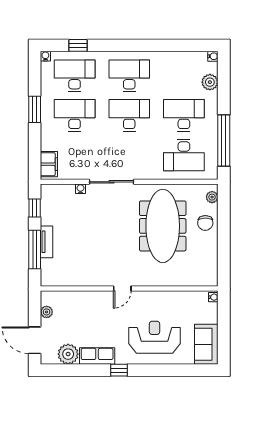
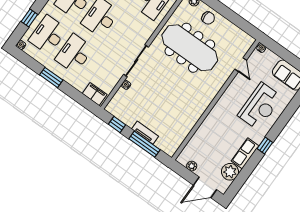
door: (122, 289) -> (241, 65), moved
reception desk: (155, 337) -> (260, 106), turned 180

